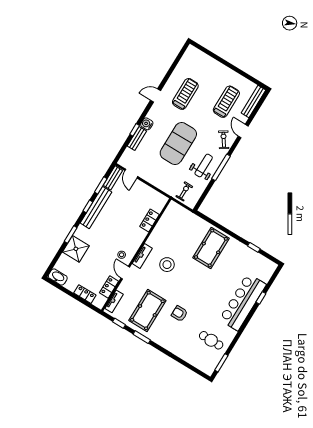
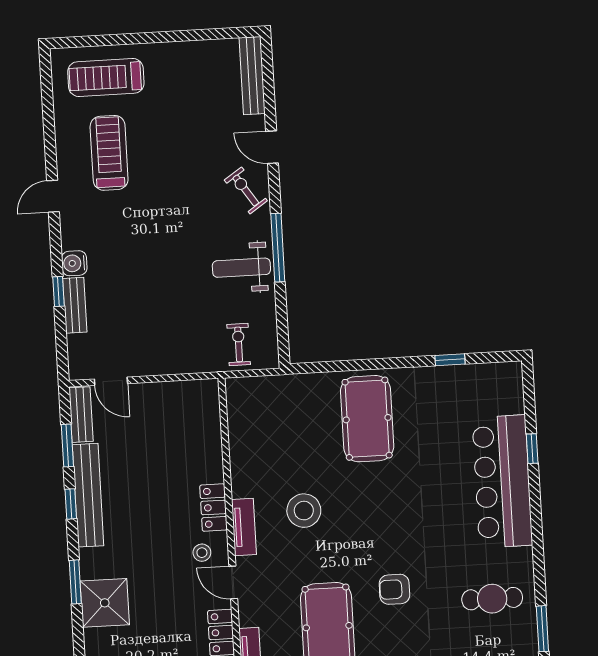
treadmill: (226, 102) -> (106, 78), moved, turned -90
exercise mat: (178, 144) -> (162, 259), removed
weight bench: (204, 165) -> (241, 268), turned -90
locker: (149, 220) -> (214, 508), moved

